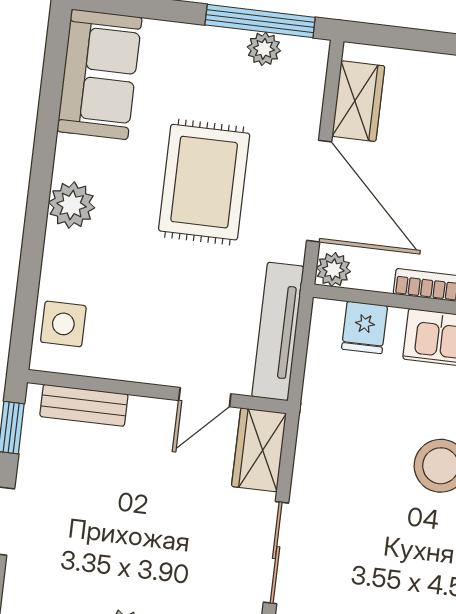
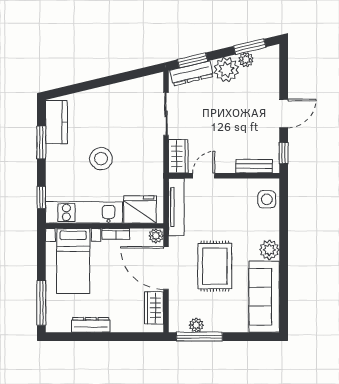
sofa: (99, 74) -> (264, 297), width x1.36
fridge: (365, 327) -> (140, 210), width x1.88, depth x1.34

